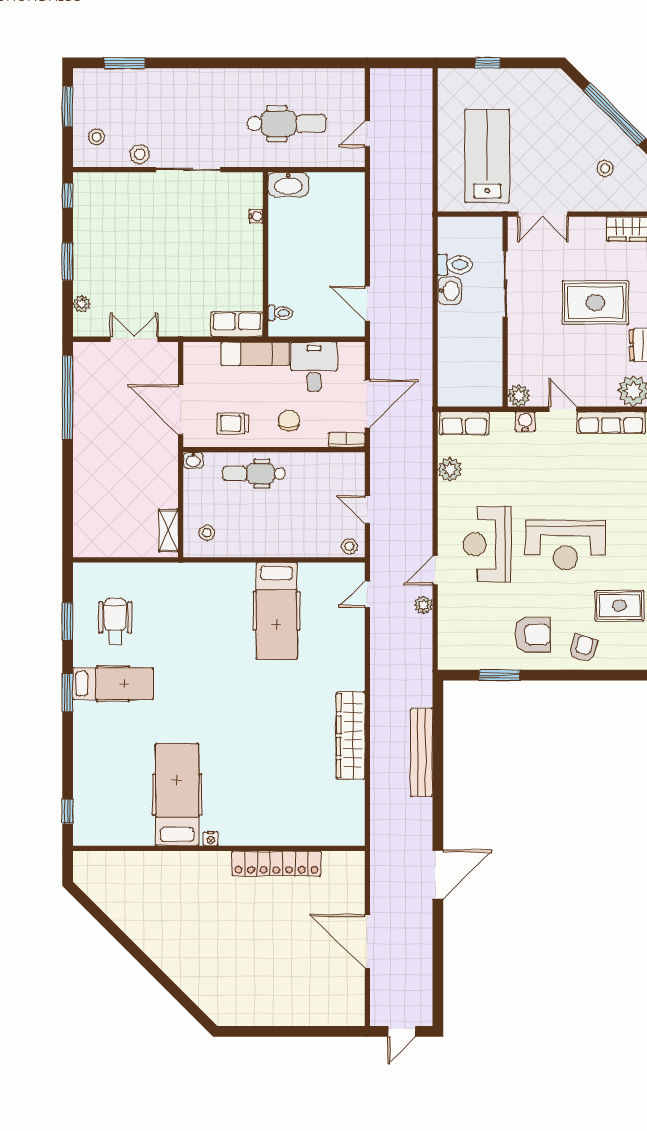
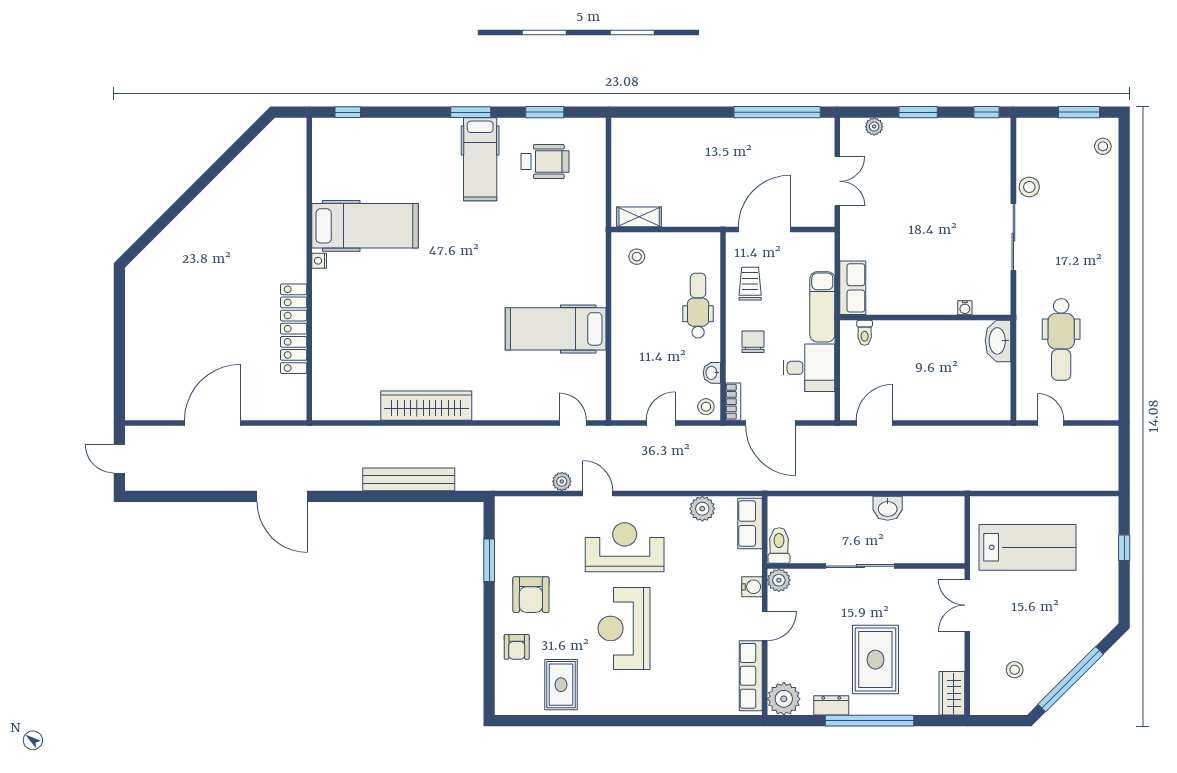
window: (125, 63) -> (1124, 171), removed
stool: (97, 137) -> (1103, 146), moved
toilet: (455, 265) -> (779, 545), moved, turned 180
sliding door: (505, 284) -> (860, 566), moved
chair: (289, 421) -> (753, 342), turned -90
washbasin: (193, 460) -> (712, 373), moved
stool: (349, 546) -> (706, 407), moved
armchair: (583, 648) -> (517, 647), turned 74

